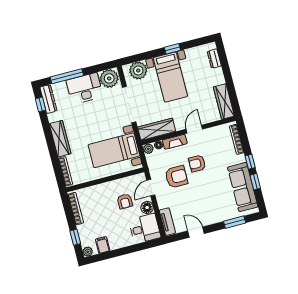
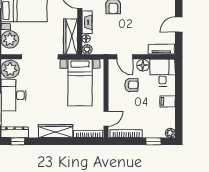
armchair: (176, 177) -> (121, 30), removed
door: (85, 185) -> (106, 119), added
filing cabinet: (103, 245) -> (168, 101), moved

